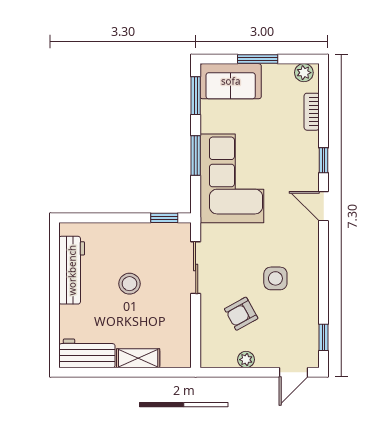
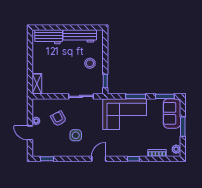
door: (324, 206) -> (99, 159), moved
stool: (129, 284) -> (90, 63), moved
workbench: (87, 353) -> (49, 37), moved, turned 90
shelving: (138, 358) -> (37, 84), moved
door: (293, 372) -> (30, 133), moved

